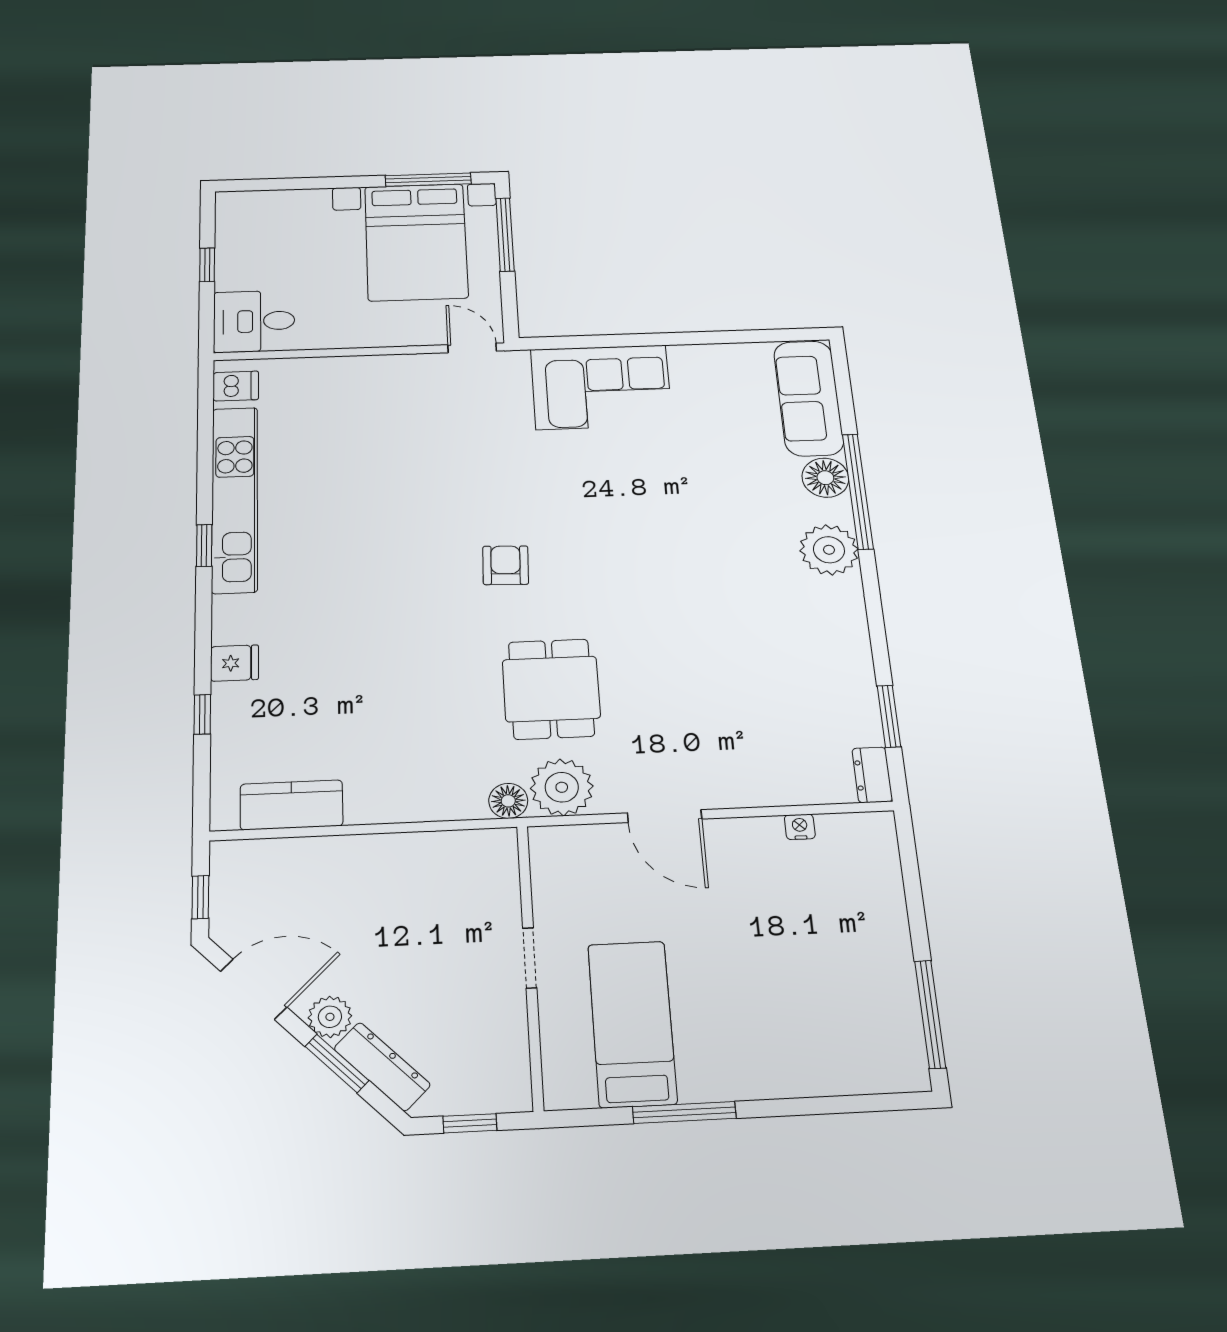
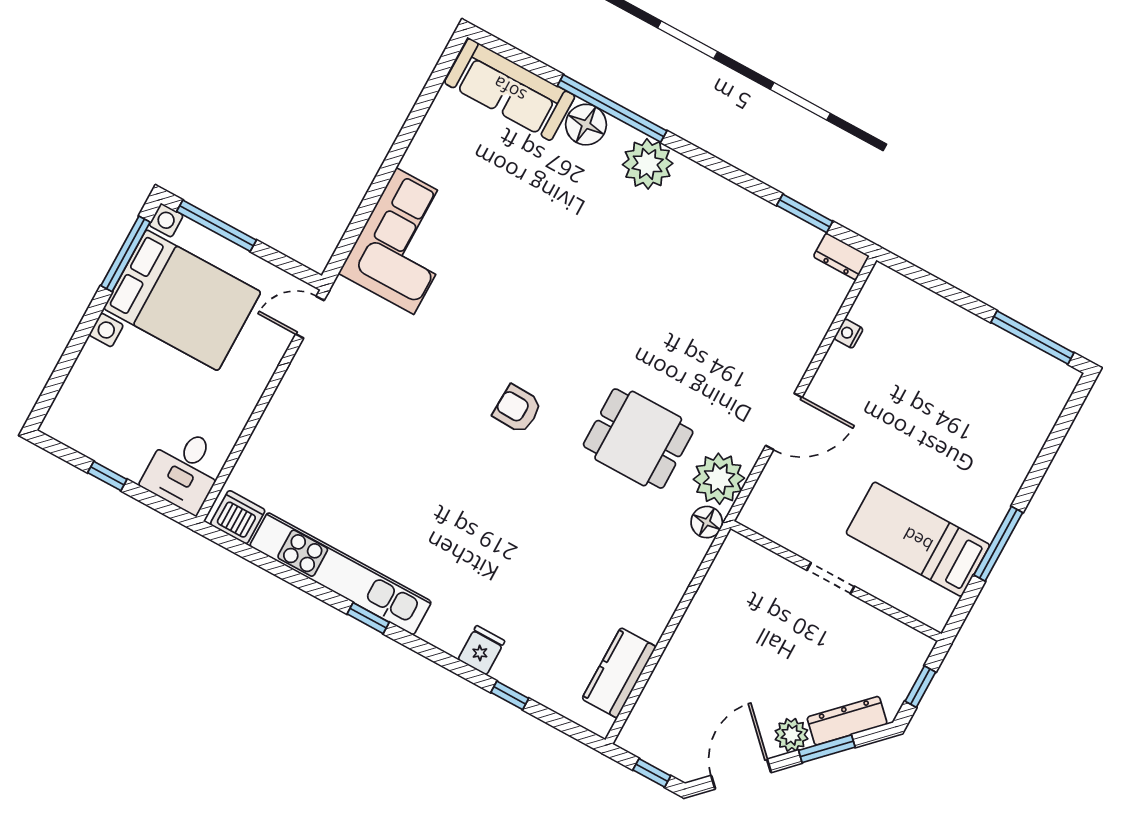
dishwasher: (236, 386) -> (238, 517), width x1.38

